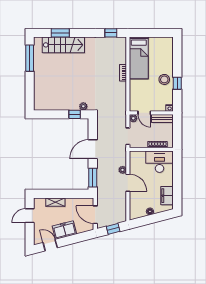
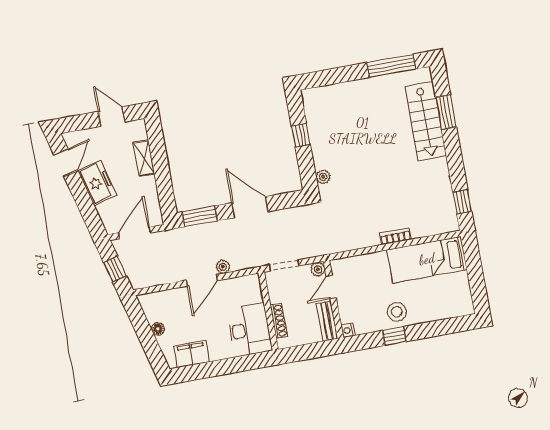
window: (75, 114) -> (301, 135), moved

